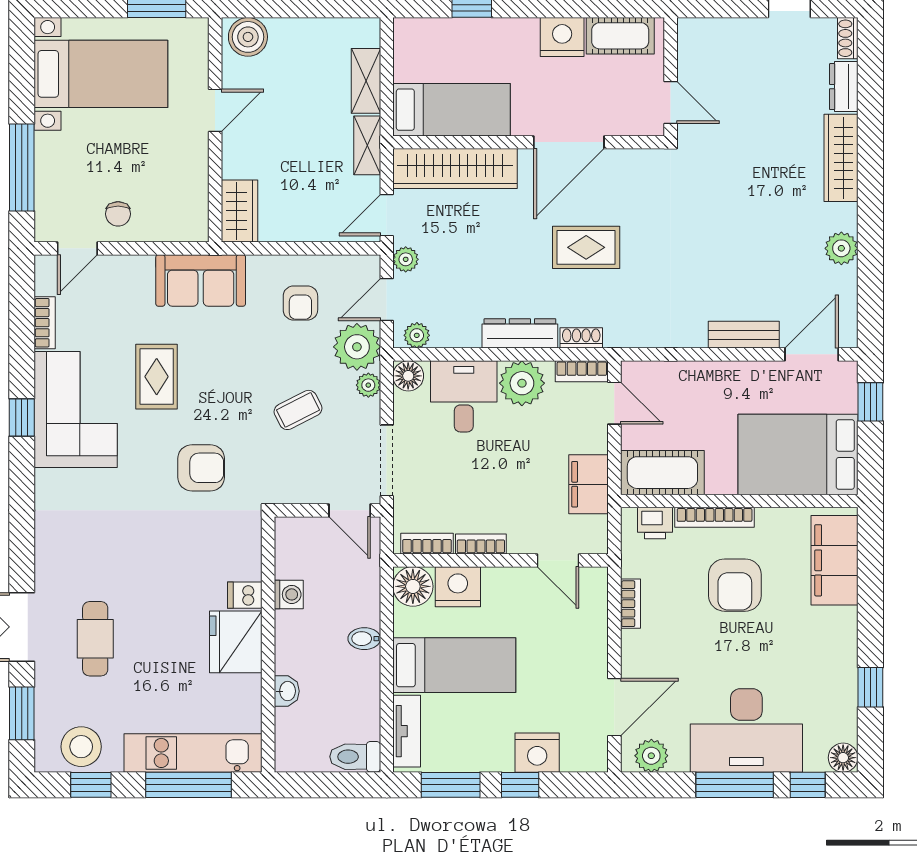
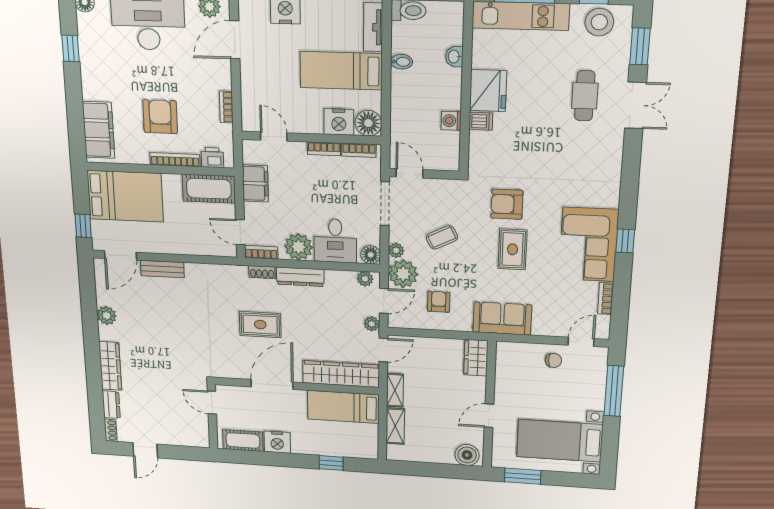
chair: (118, 214) -> (554, 360), turned 90
rug: (157, 377) -> (513, 249), moved
bidet: (364, 639) -> (401, 62), moved

